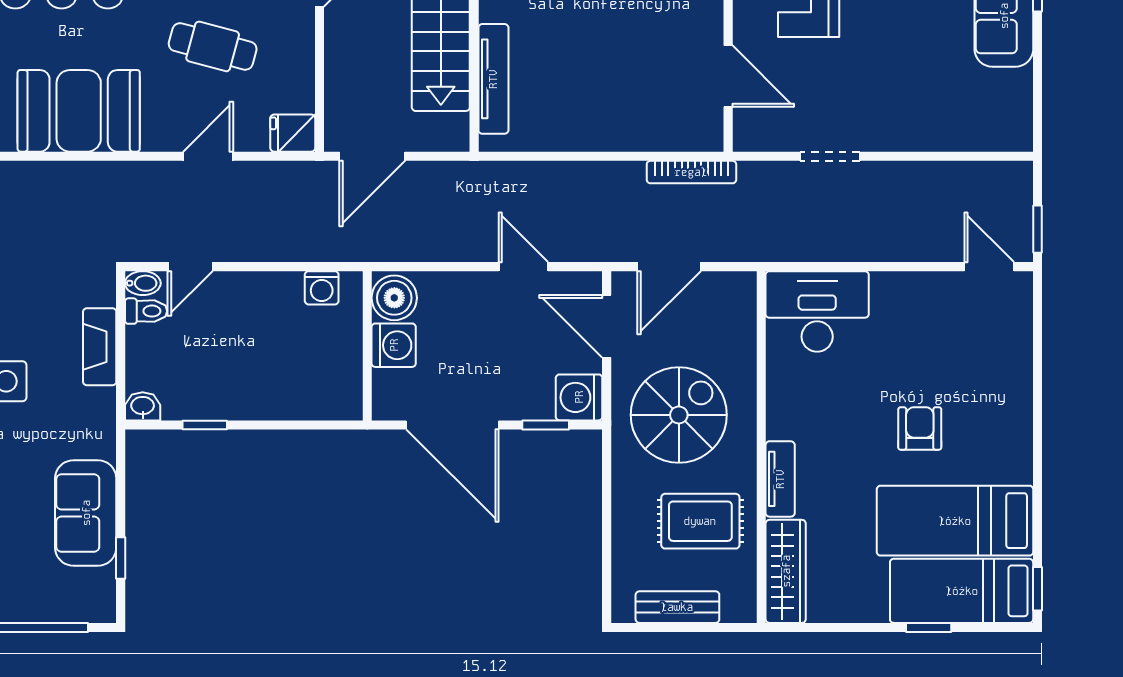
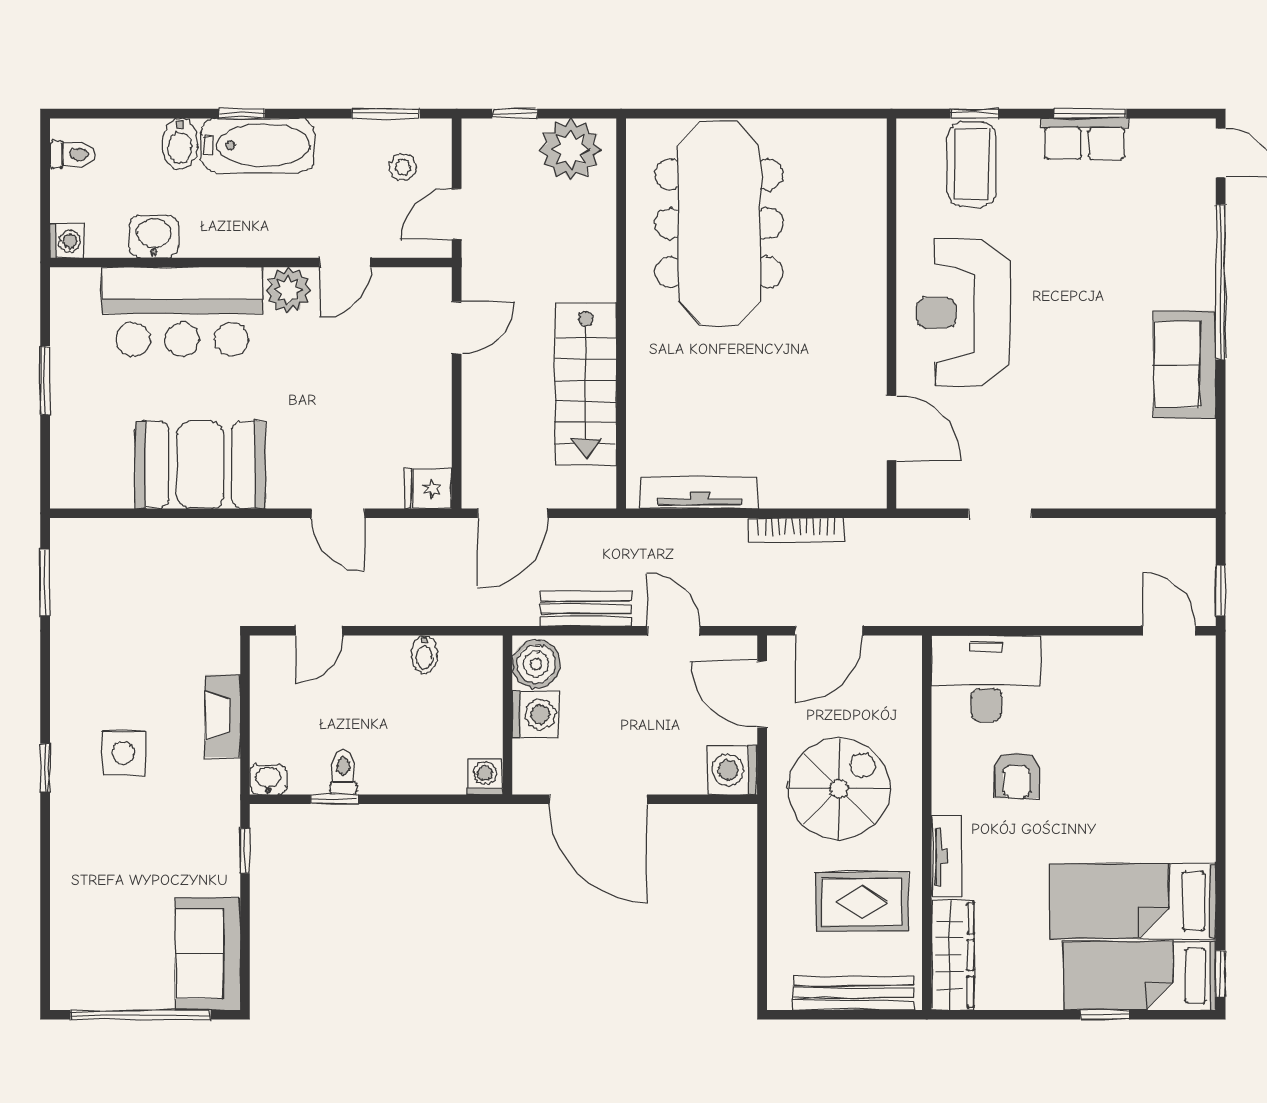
cafe table: (213, 46) -> (343, 396), removed
tv unit: (493, 79) -> (700, 493), moved, turned -90
door: (208, 156) -> (338, 513), swing flipped
bookcase: (691, 172) -> (796, 530), moved
bench: (441, 246) -> (586, 609), added
bidet: (143, 283) -> (424, 654), moved, turned 90
washing machine: (322, 288) -> (485, 777), moved, turned 180
toilet: (146, 311) -> (343, 772), moved, turned -90
window: (546, 425) -> (697, 799), removed
armchair: (920, 428) -> (1017, 775), moved, turned 180
sofa: (86, 513) -> (208, 954), moved
window: (121, 558) -> (245, 851), moved
bench: (677, 607) -> (854, 993), width x1.36

